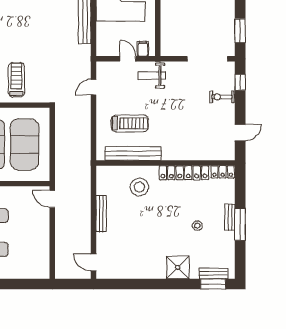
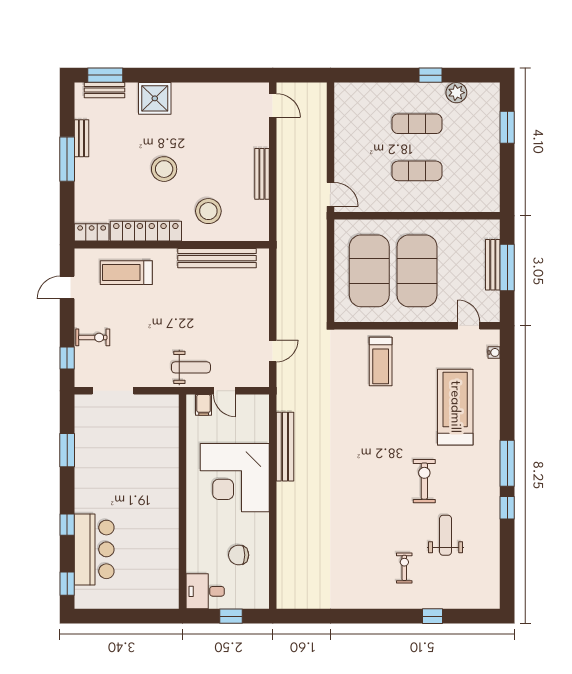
window: (240, 31) -> (67, 450), moved
doorway: (207, 59) -> (113, 391), width x0.73
treadmill: (130, 123) -> (126, 273), moved
bench: (230, 217) -> (81, 138), moved
stool: (197, 226) -> (164, 169), moved, width x1.89, depth x1.89

